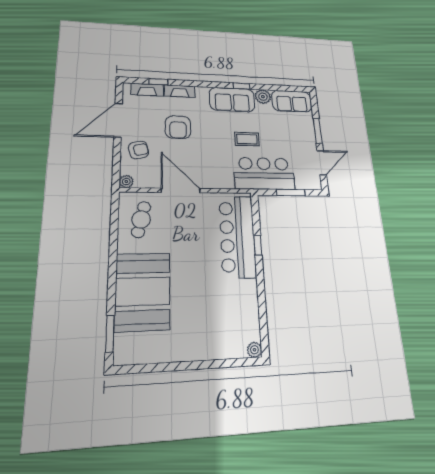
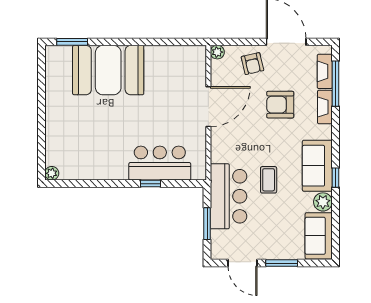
window: (158, 82) -> (335, 84), width x2.17
cafe table: (141, 220) -> (178, 67), removed
bar counter: (237, 236) -> (160, 163), width x0.73

